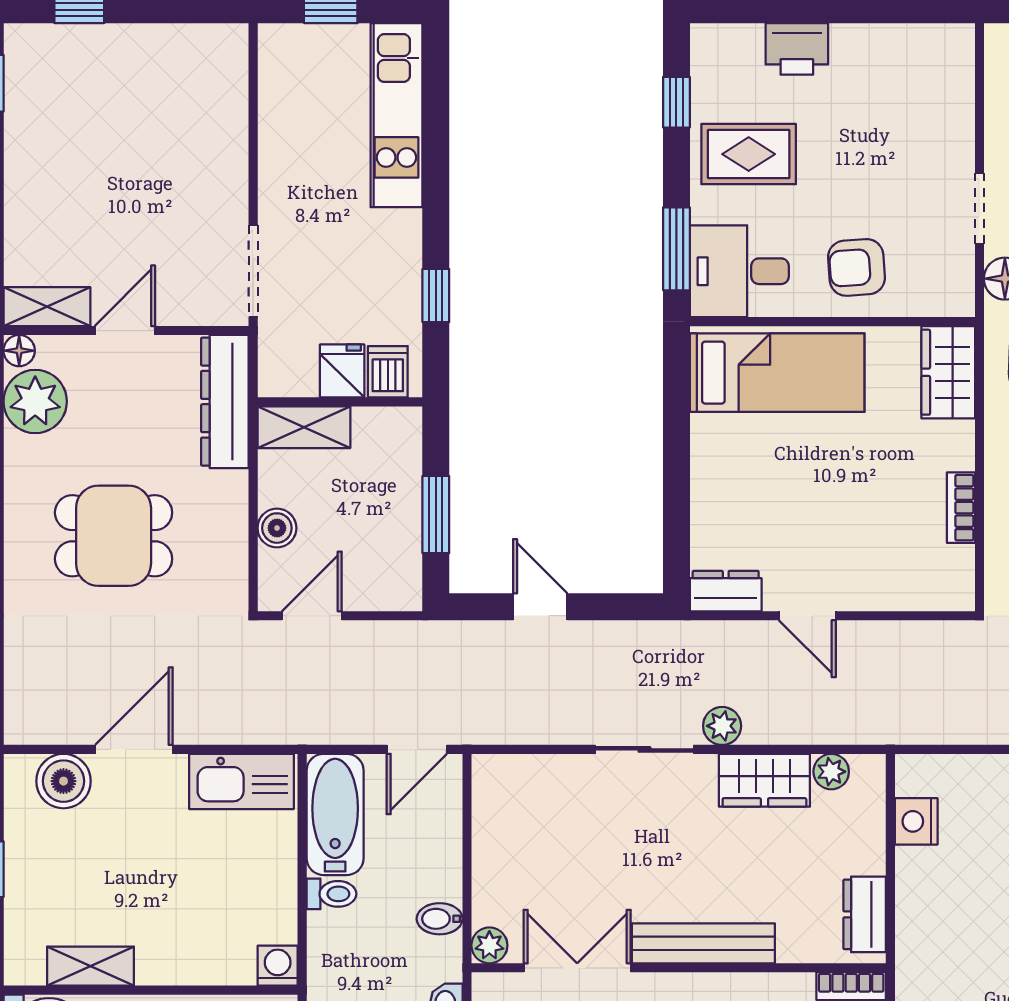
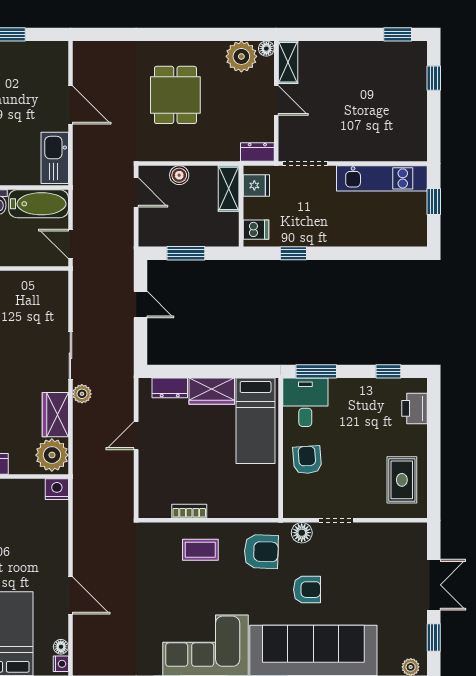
printer: (797, 49) -> (415, 408), moved
kitchen unit: (396, 115) -> (382, 178), moved, turned 180
rug: (749, 154) -> (402, 480), moved
fridge: (342, 371) -> (256, 185), moved
wardrobe: (948, 372) -> (212, 391), moved, turned 180
dresser: (225, 402) -> (257, 152), width x0.51, depth x0.80
dresser: (726, 591) -> (170, 388), moved, turned 90
door: (540, 607) -> (141, 305), hinge flipped
plant: (831, 772) -> (52, 455), width x1.88, depth x1.88
boiler: (63, 781) -> (55, 70), removed
nightstand: (916, 821) -> (57, 489), moved

